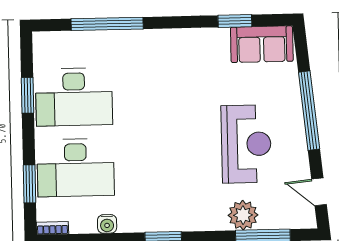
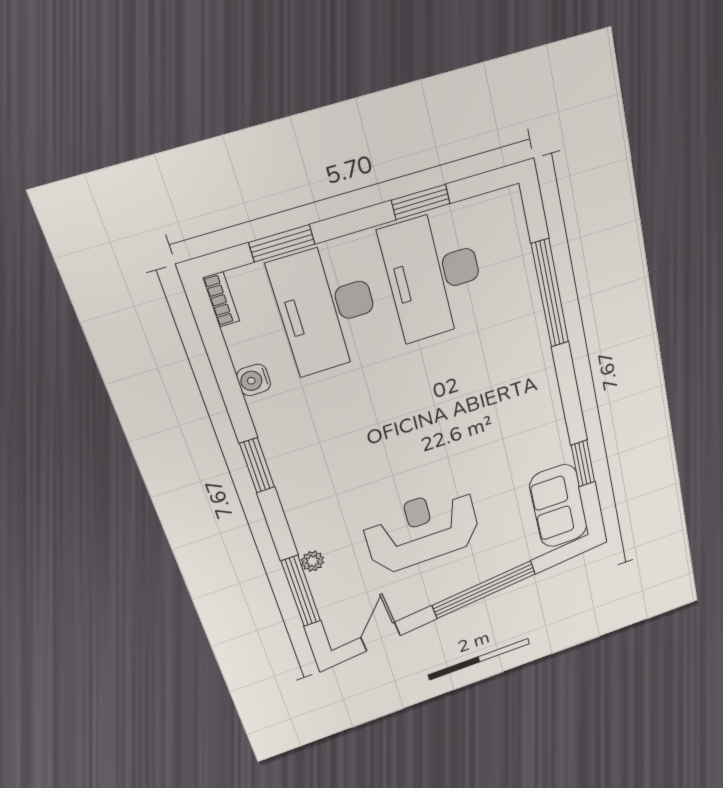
reception desk: (246, 144) -> (422, 530), turned 180
plant: (243, 215) -> (313, 561), width x0.53, depth x0.53

